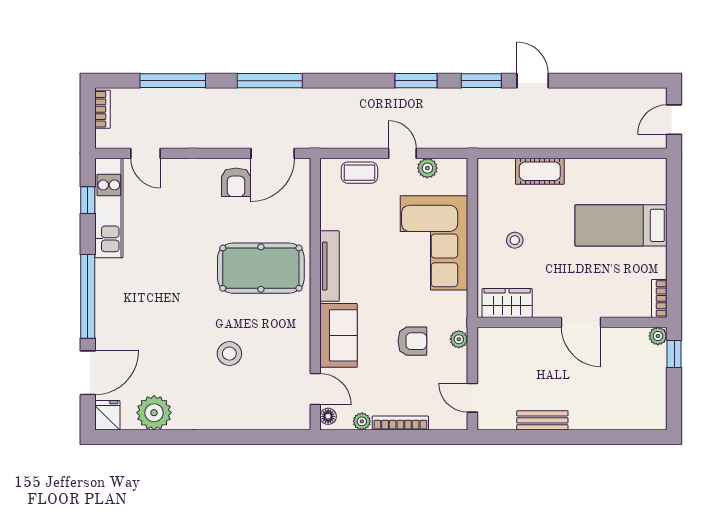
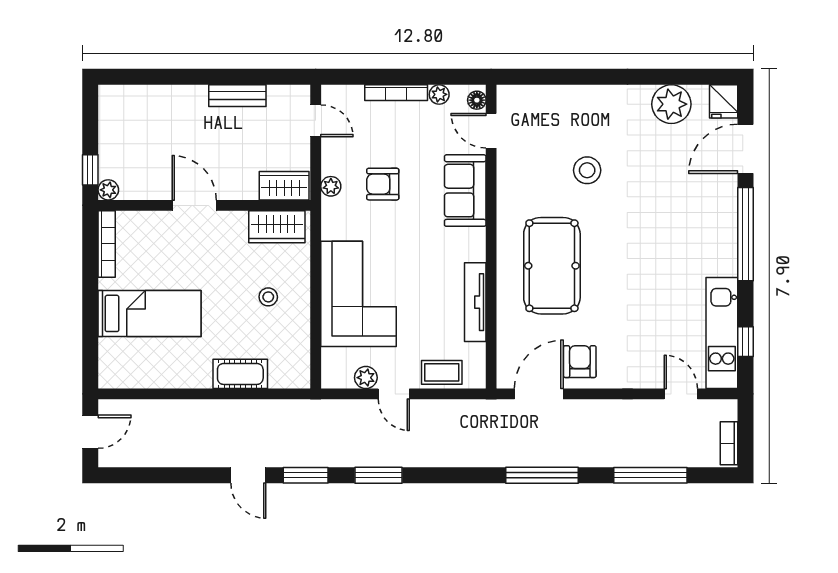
tv unit: (329, 266) -> (475, 302), moved
pool table: (261, 268) -> (552, 266), turned 90
bookcase: (659, 298) -> (107, 244), width x1.56
wardrobe: (501, 340) -> (284, 186), added

